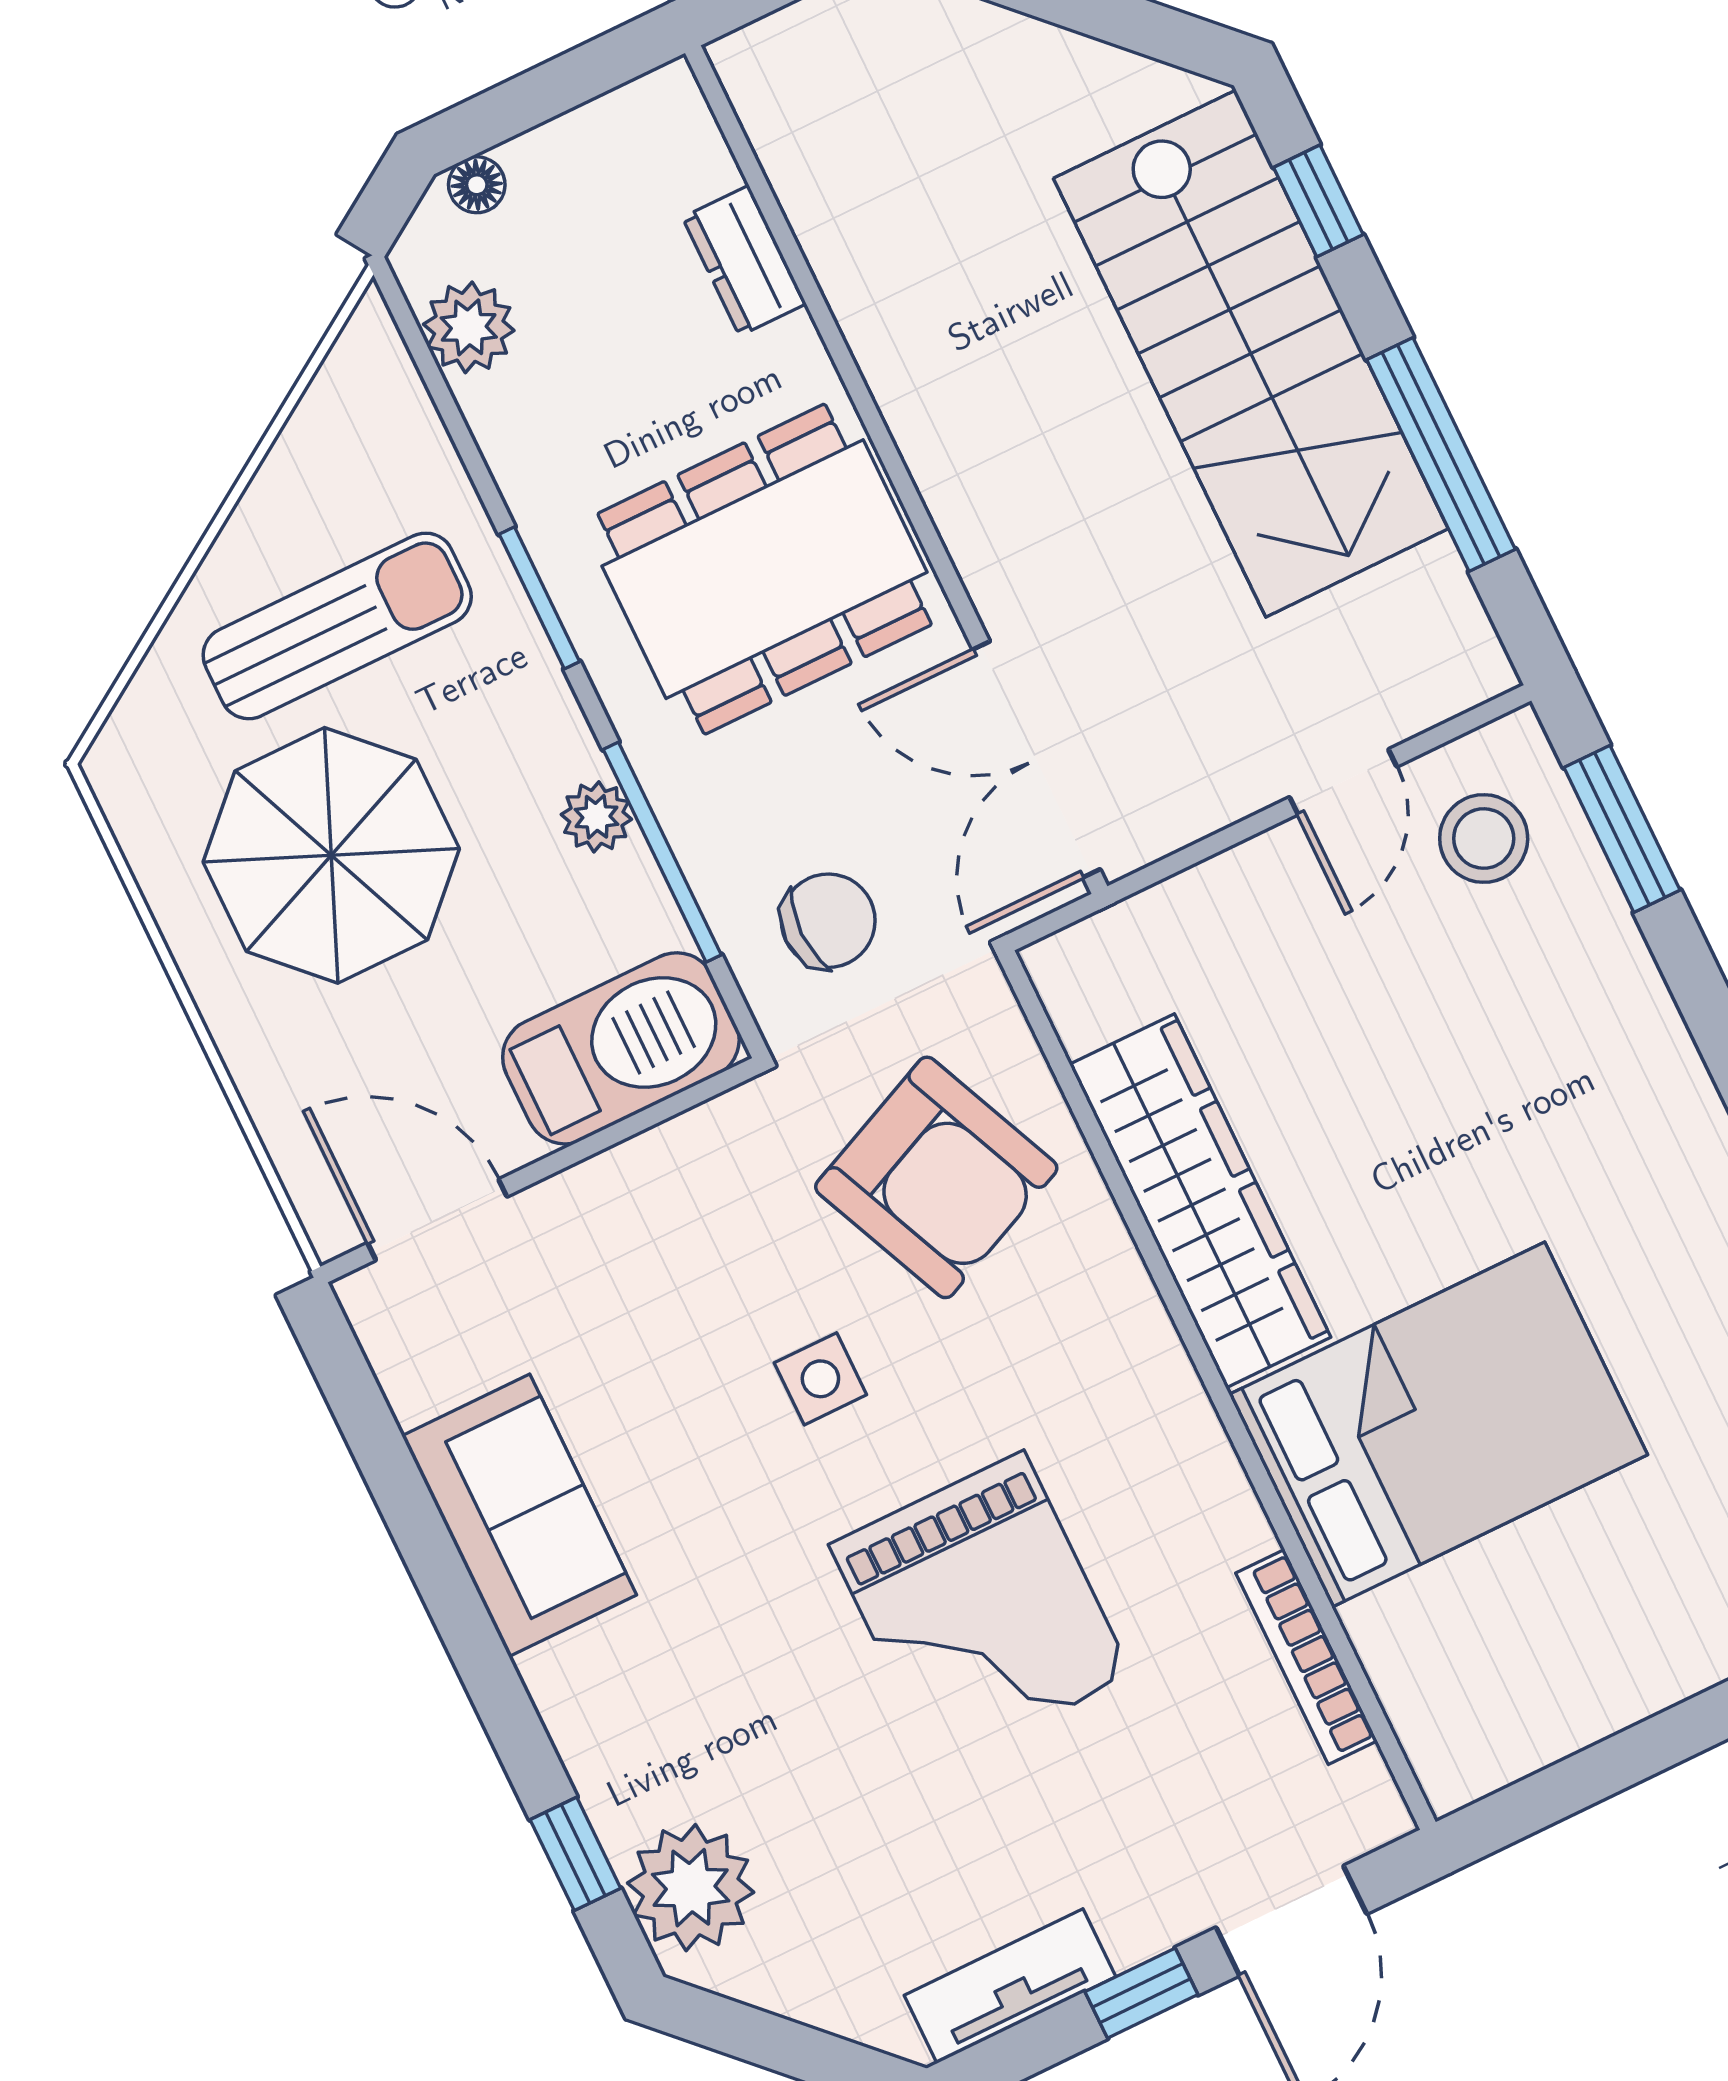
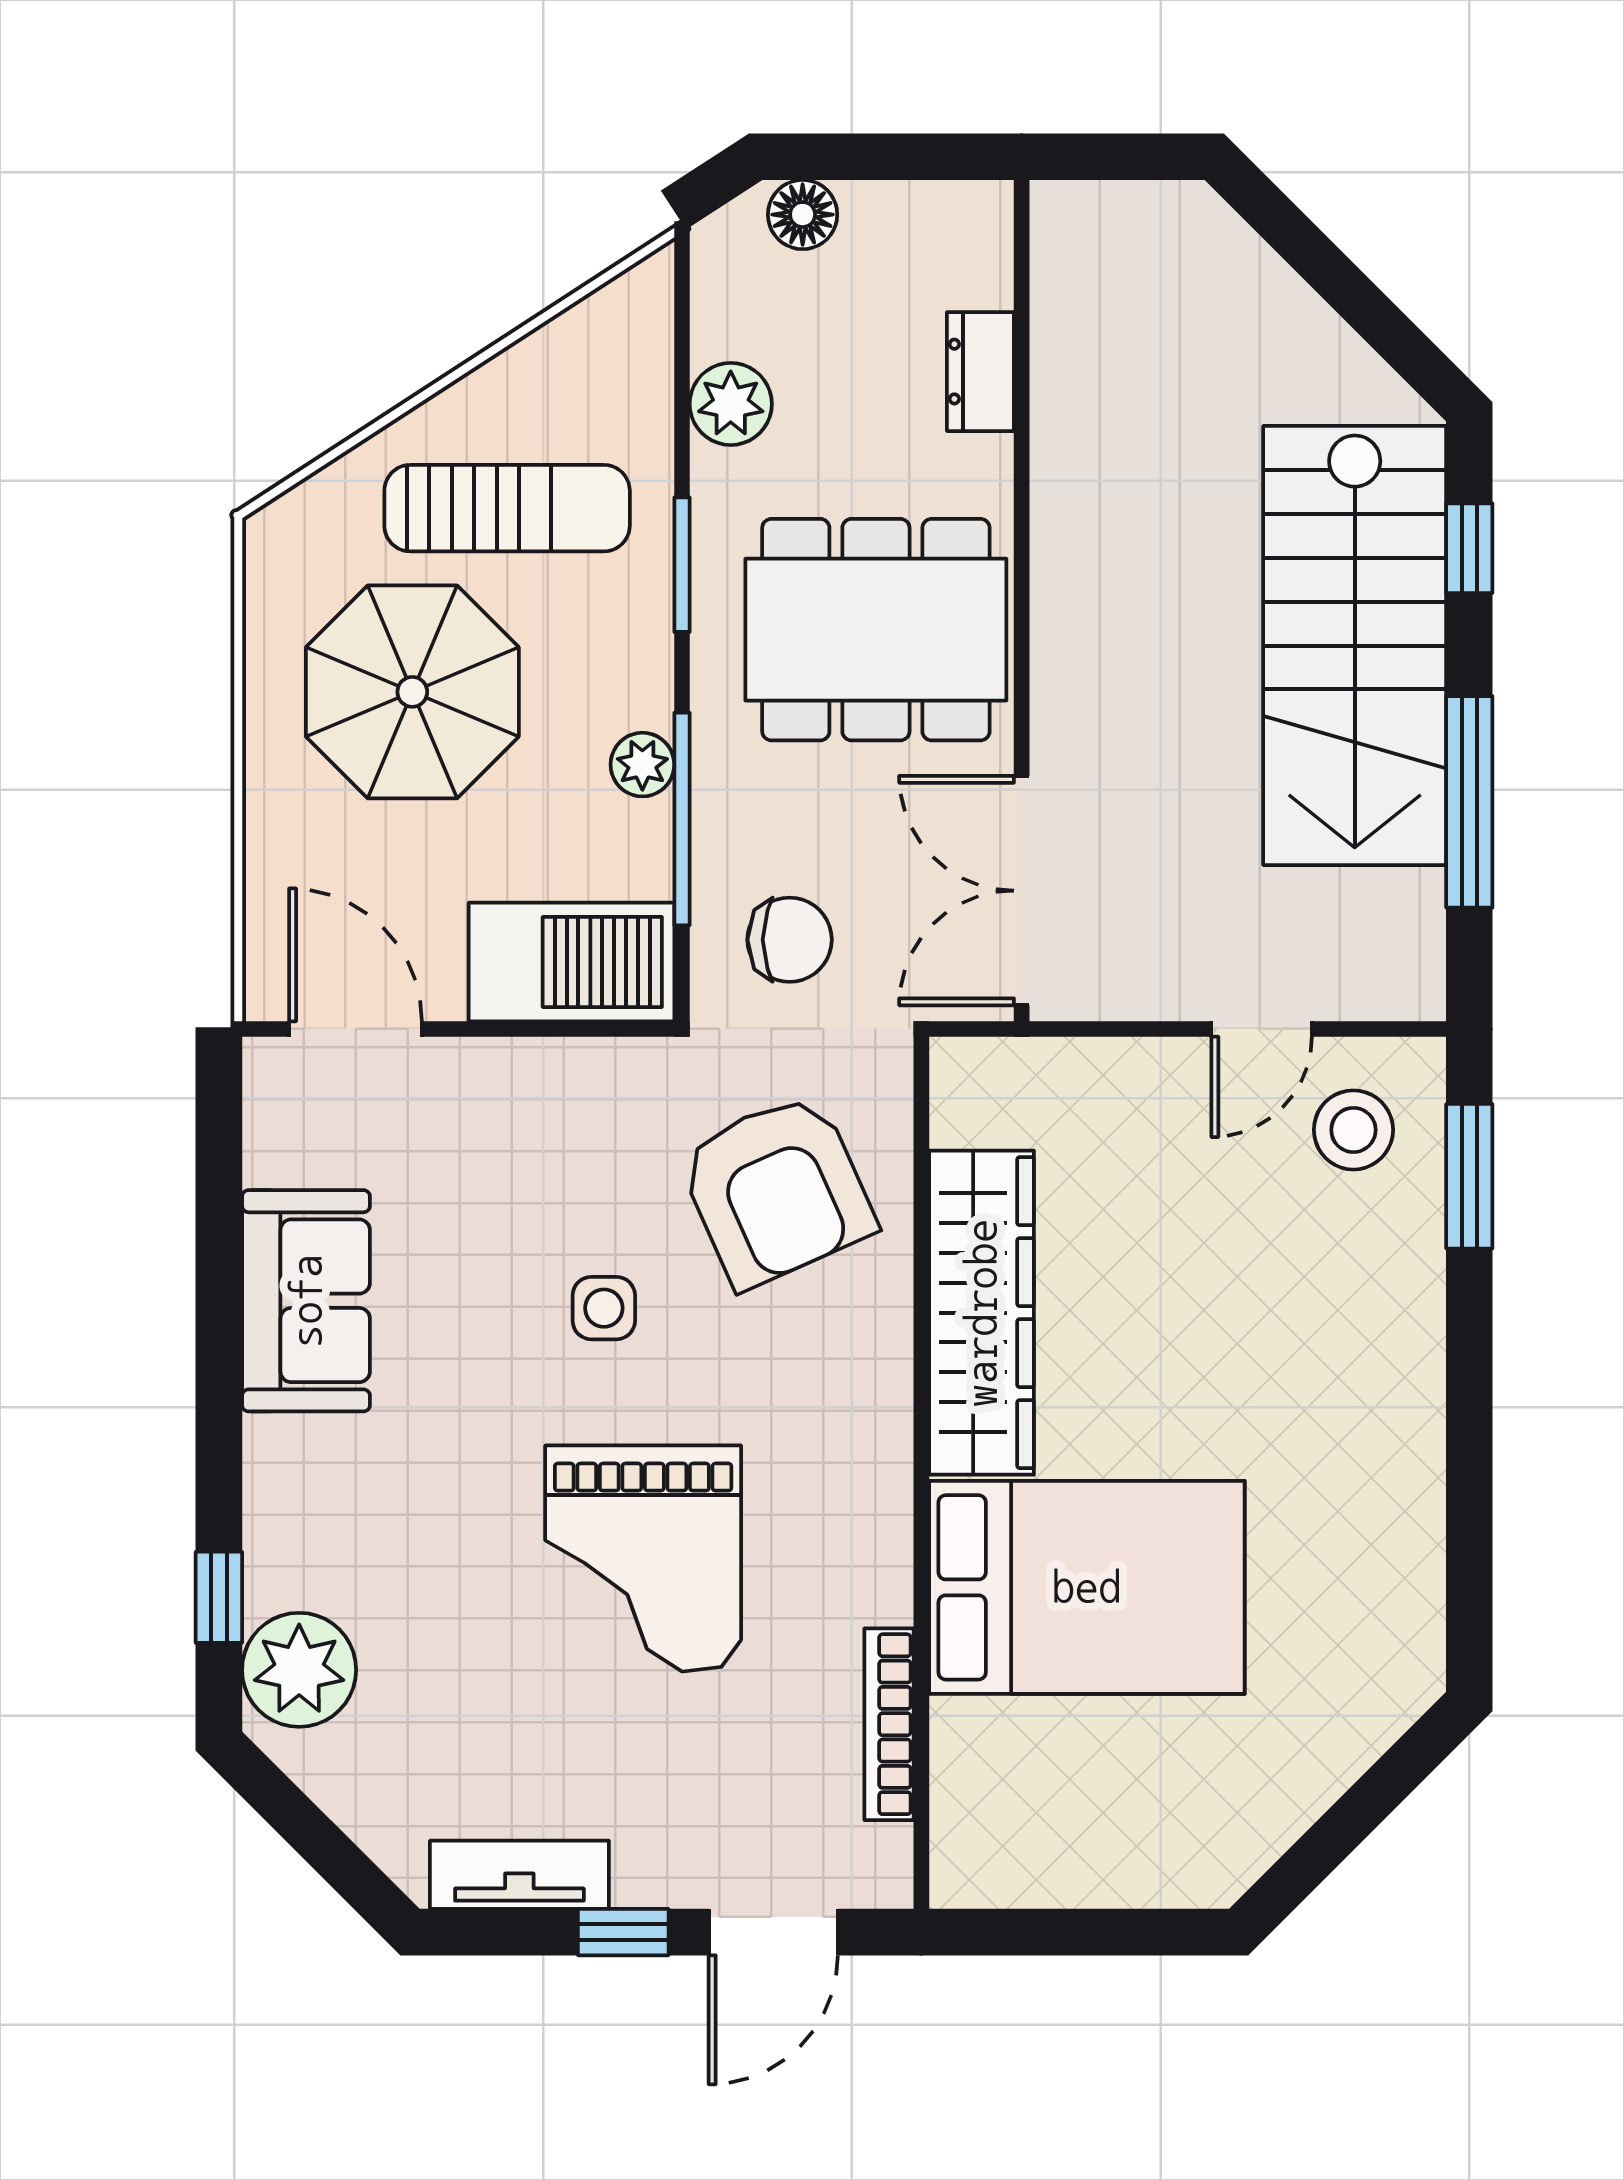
floor lamp: (477, 185) -> (803, 215), width x1.37, depth x1.37
plant: (469, 327) -> (731, 404), moved

